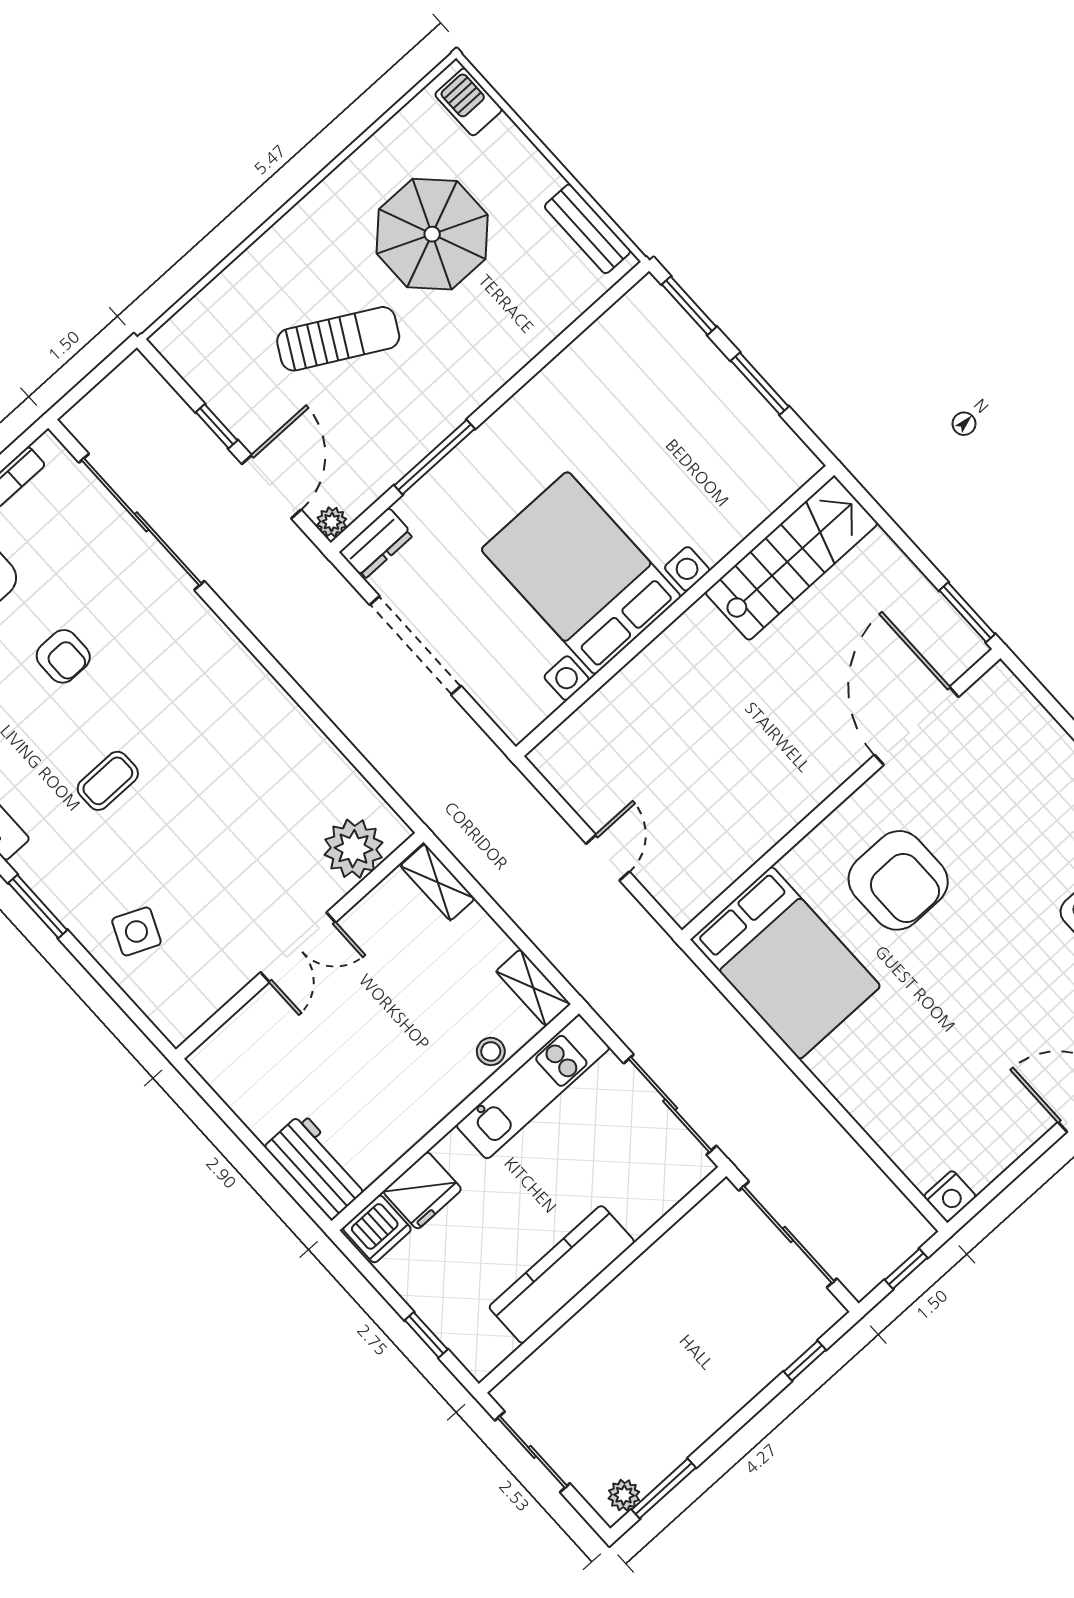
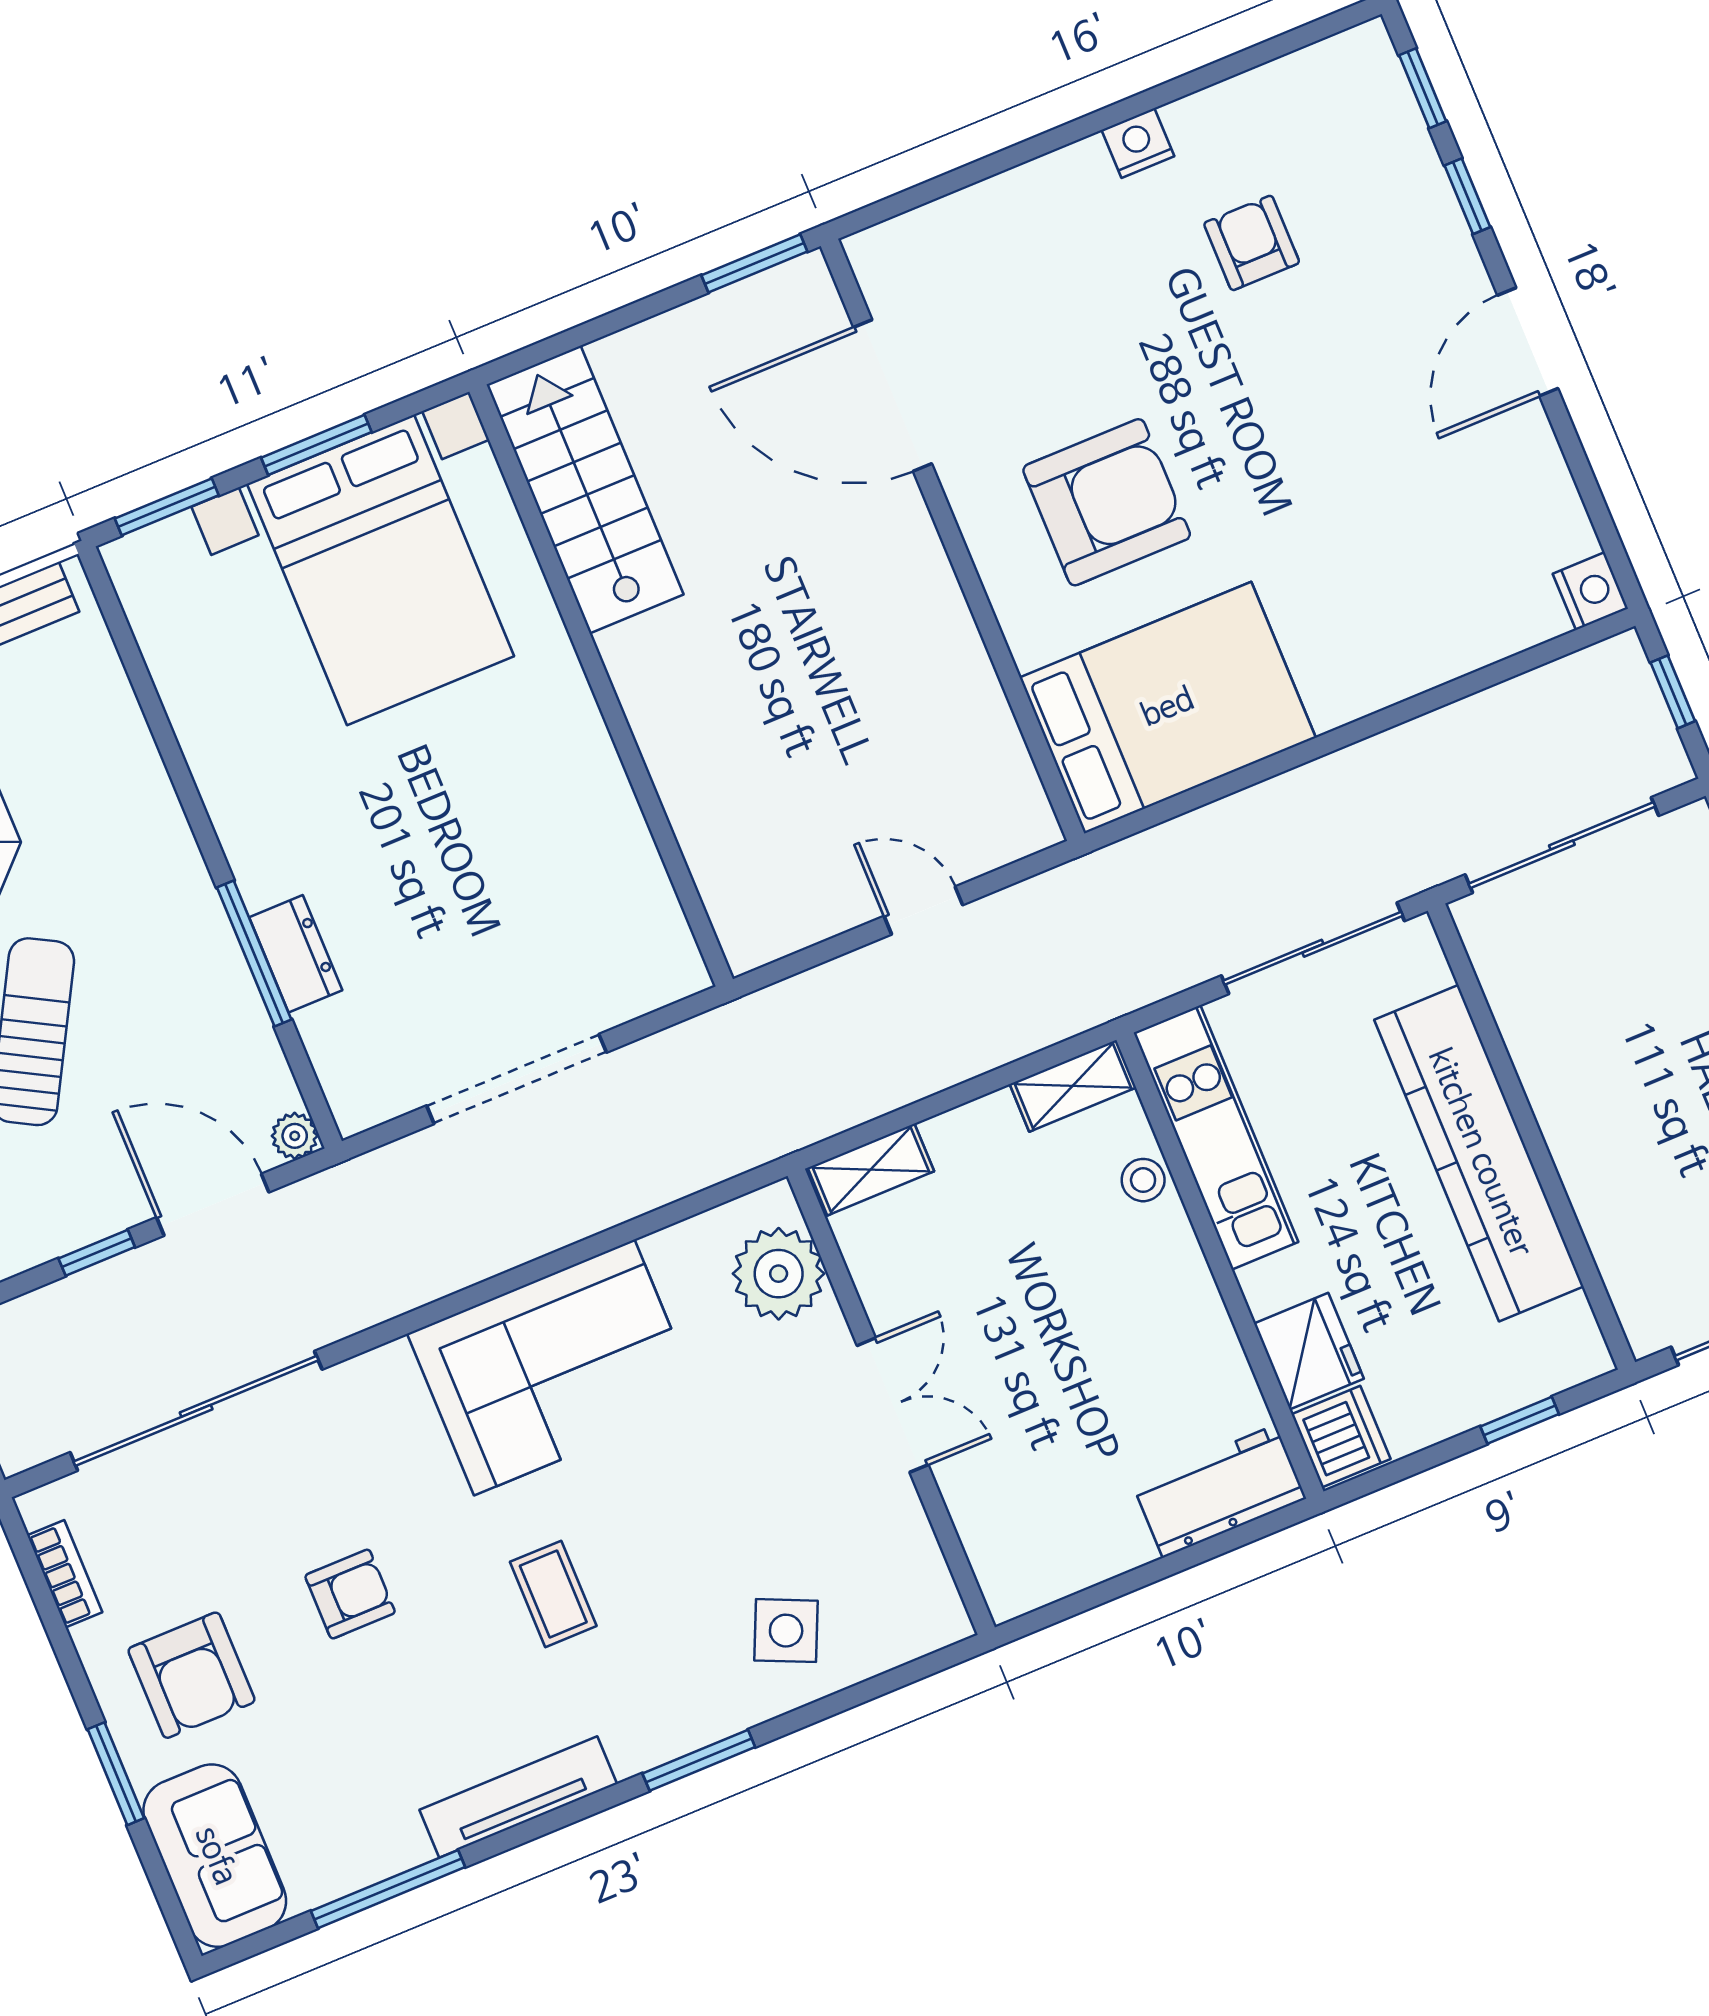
dresser: (376, 543) -> (296, 954), moved
bed with nightstands: (581, 573) -> (380, 570), moved, turned -90
corner sofa: (247, 732) -> (554, 1368), added
kitchen counter: (562, 1274) -> (1479, 1153), width x1.39, depth x1.17

